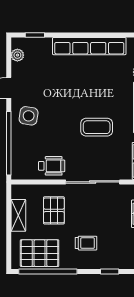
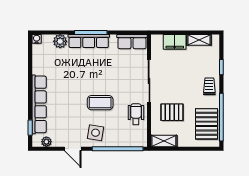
row of seats: (89, 46) -> (39, 104), moved
coffee table: (97, 127) -> (100, 103), moved, turned 90
shelving: (18, 215) -> (164, 141), moved
trolley: (86, 243) -> (209, 86), moved

